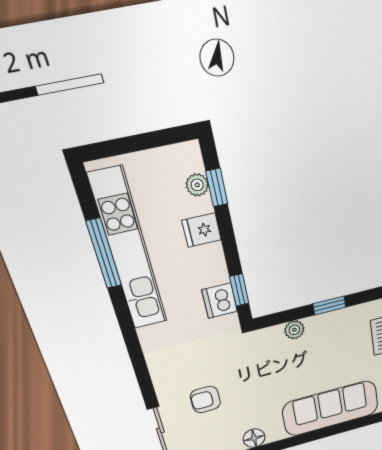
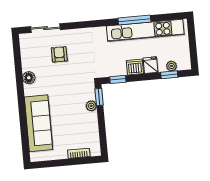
window: (104, 254) -> (134, 20), moved
dishwasher: (220, 301) -> (135, 67), moved
window: (329, 305) -> (99, 97), moved

